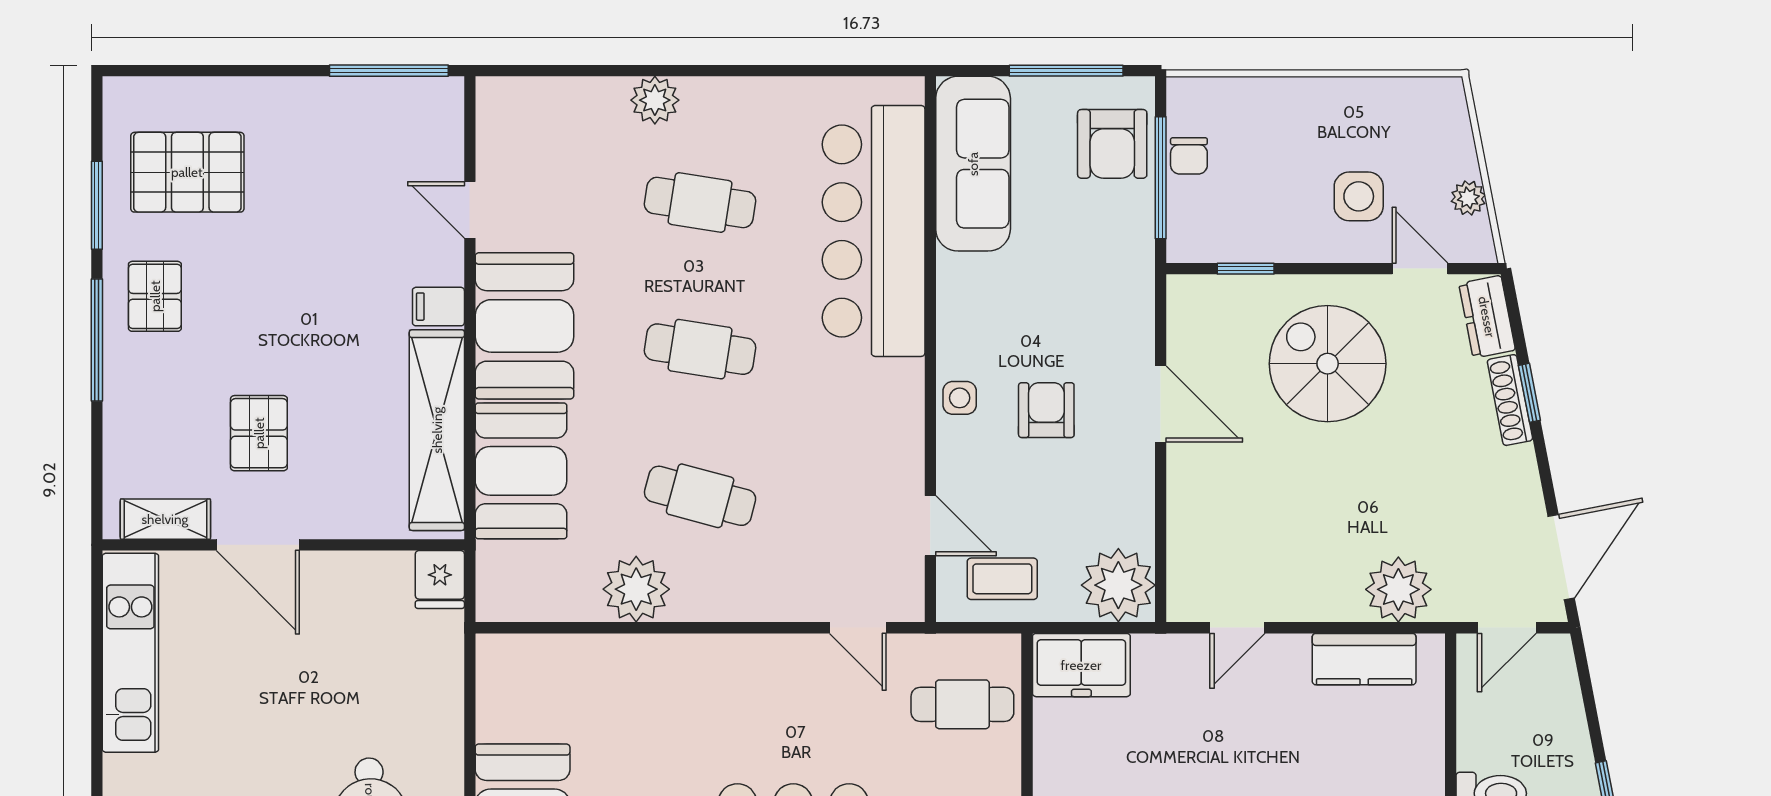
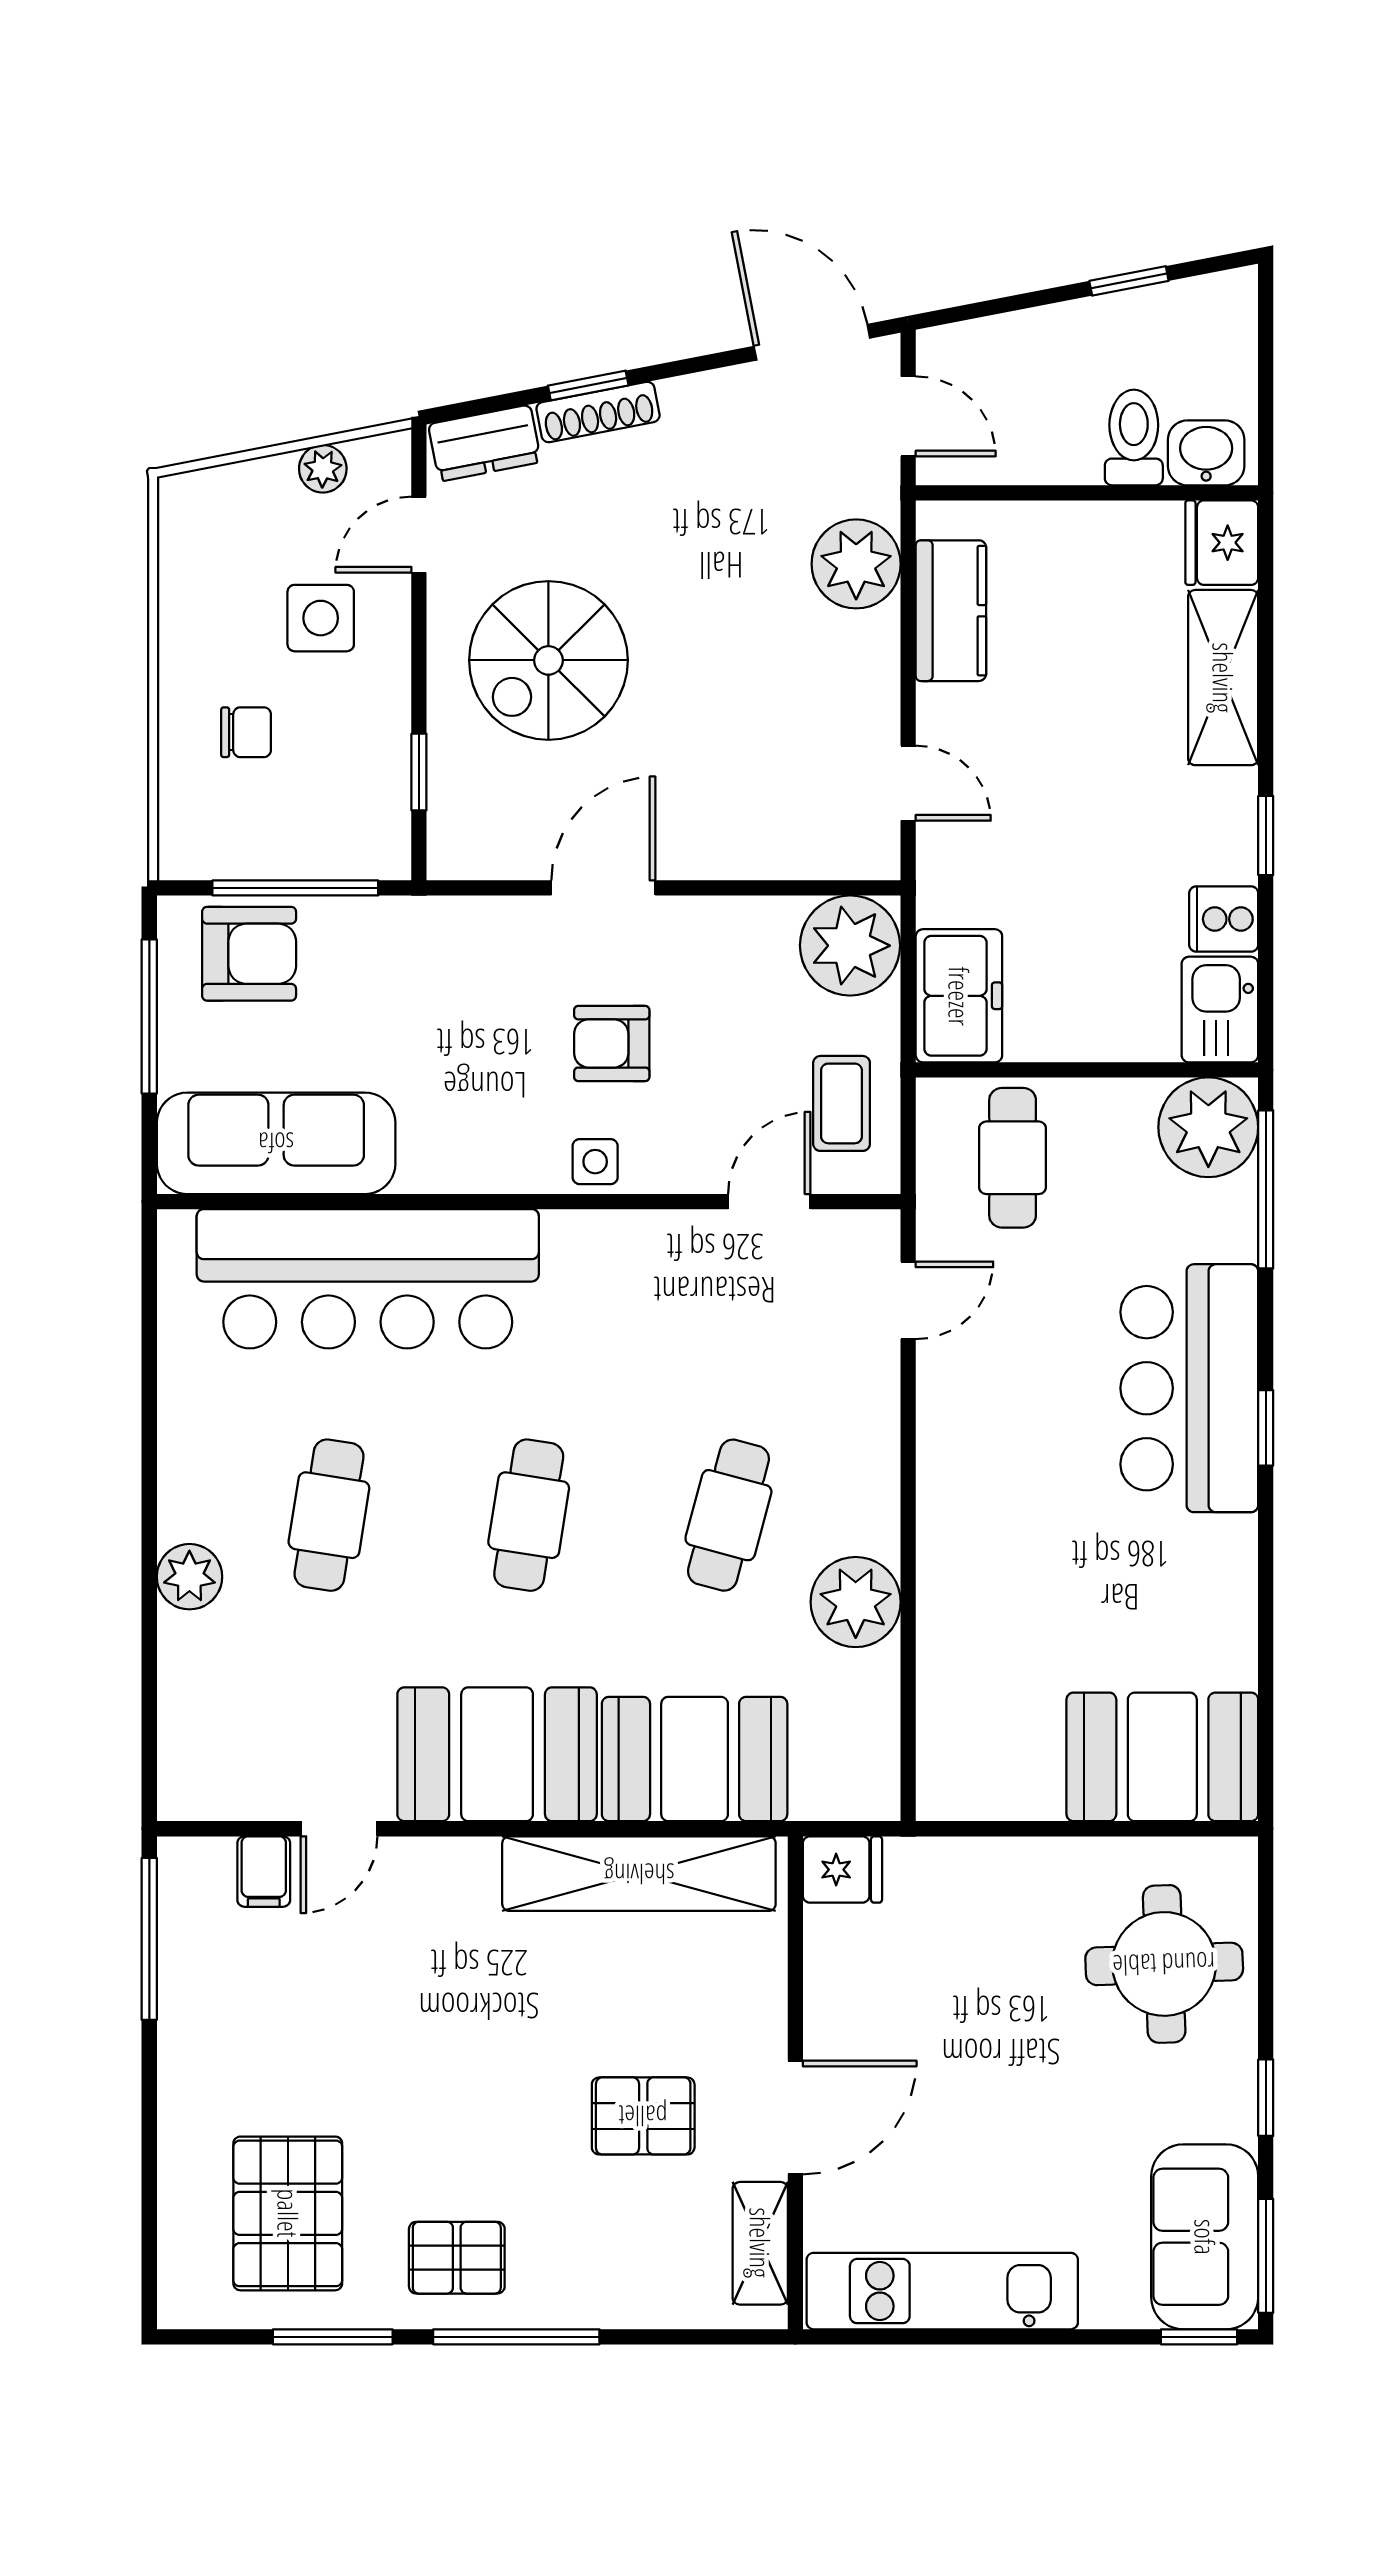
chair: (1189, 156) -> (246, 732), moved
filing cabinet: (438, 307) -> (264, 1872), moved

